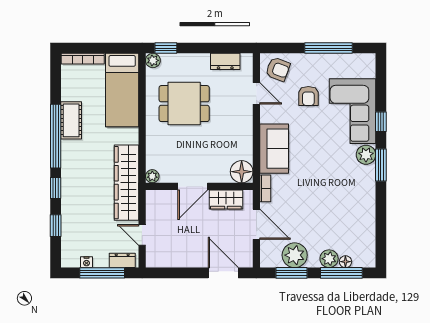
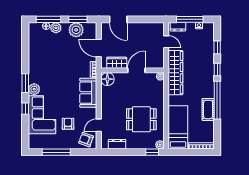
door: (256, 93) -> (99, 125), hinge flipped

